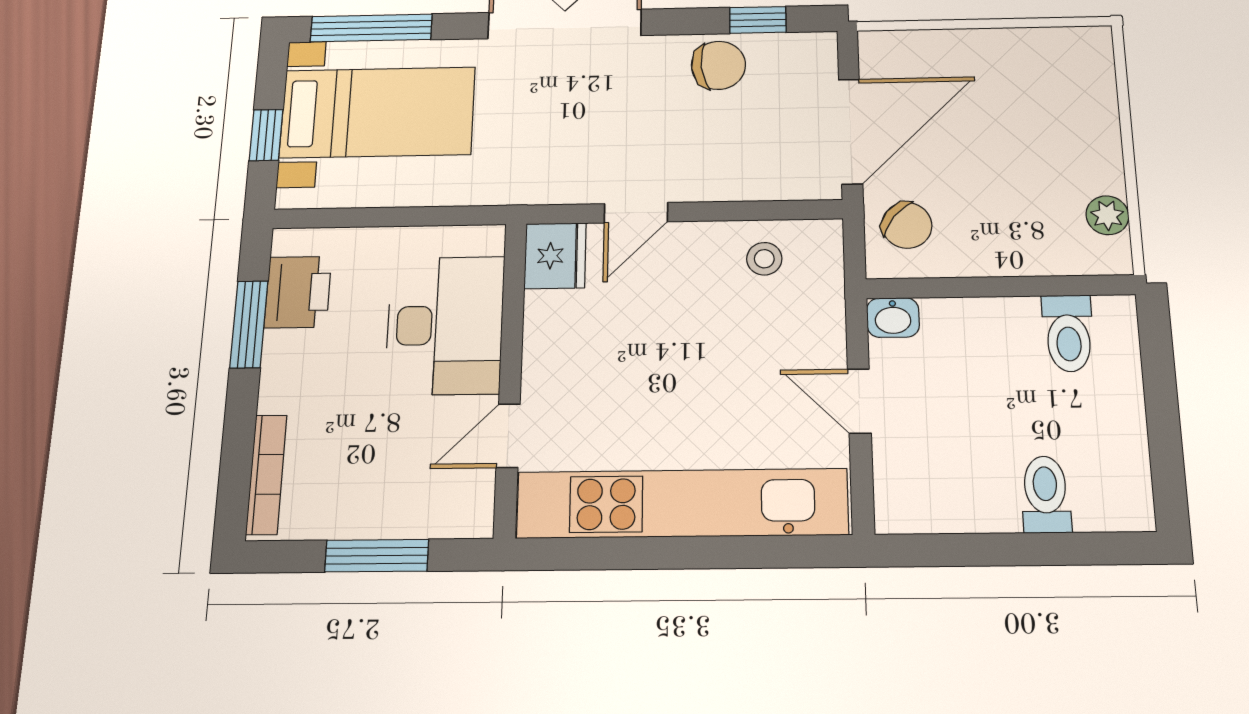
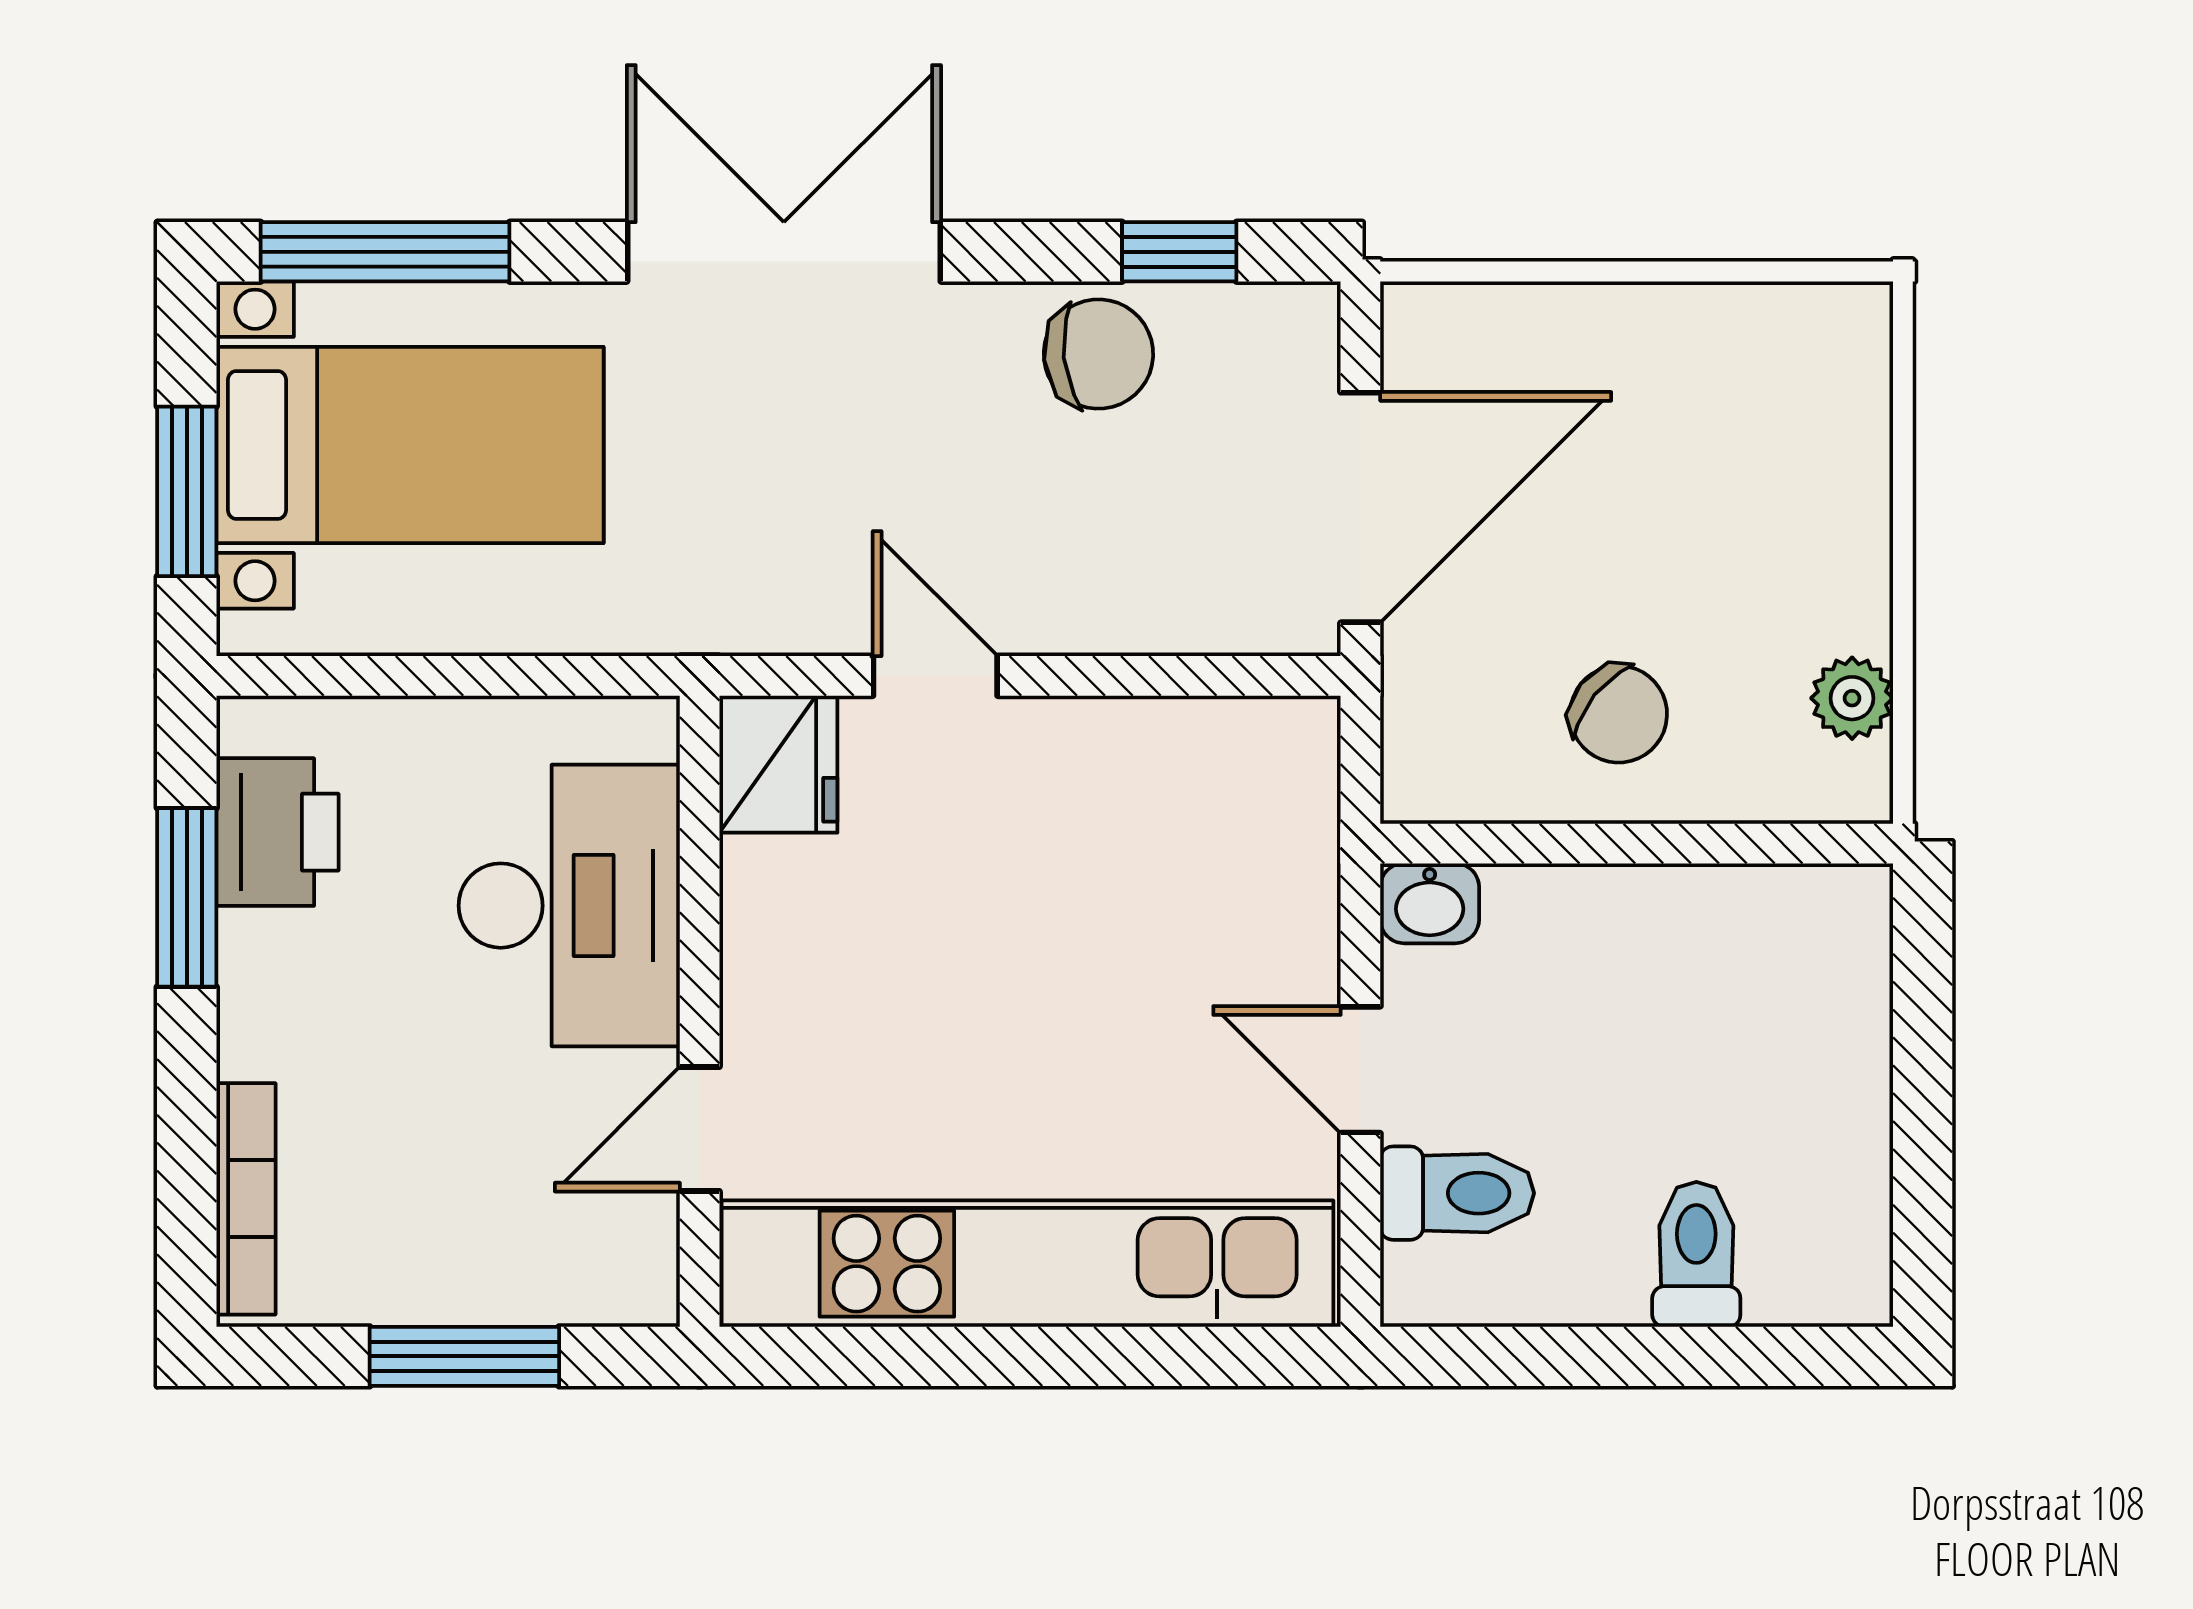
window: (266, 135) -> (187, 491), width x1.50
door: (636, 213) -> (935, 676), swing flipped
chair: (907, 225) -> (1619, 714), moved
stool: (764, 259) -> (1186, 778), removed
toilet: (1068, 333) -> (1457, 1193), moved, turned -90

